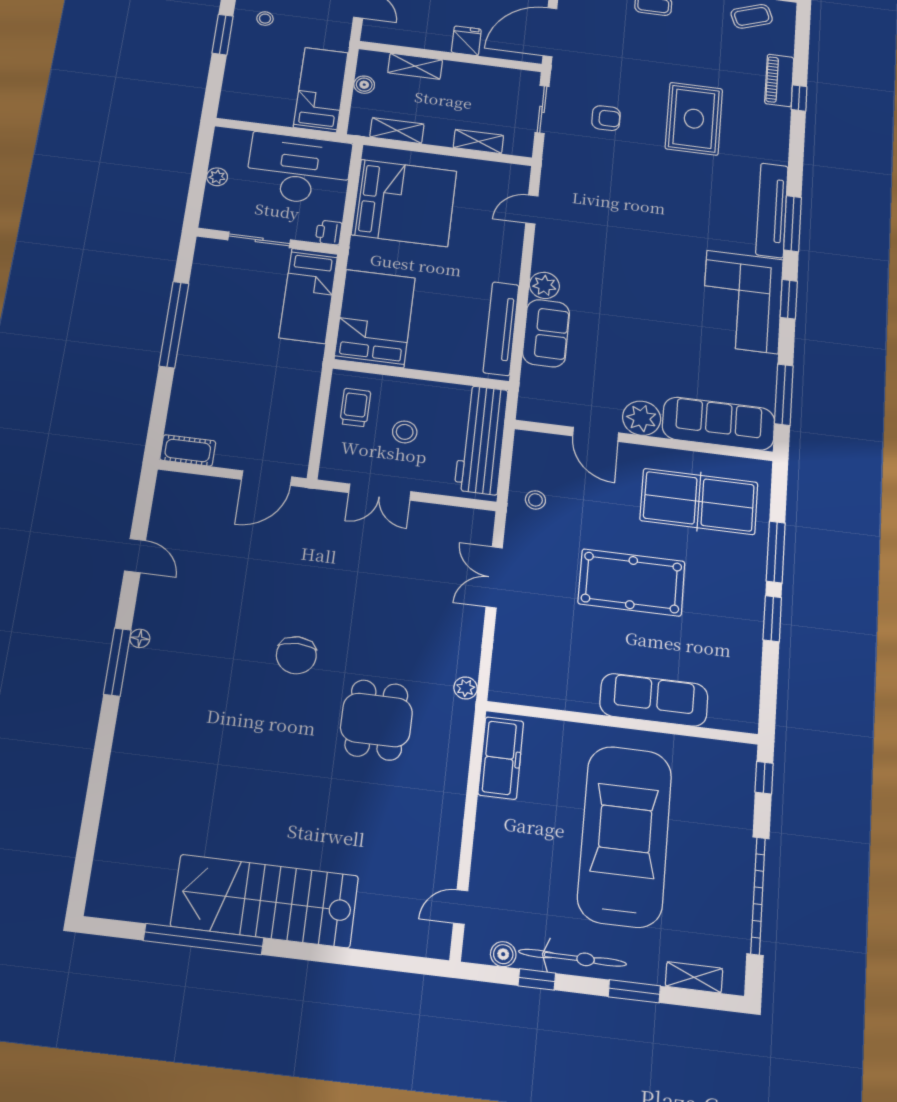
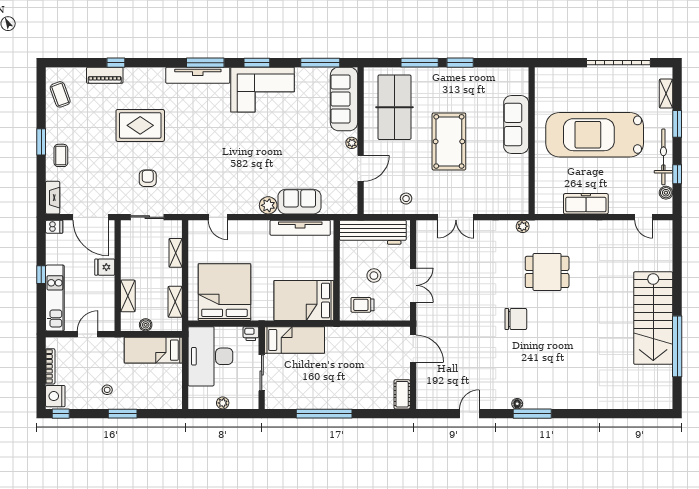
plant: (642, 418) -> (352, 143), width x0.53, depth x0.53
freezer: (501, 758) -> (586, 204), moved
window: (764, 778) -> (553, 63), removed

